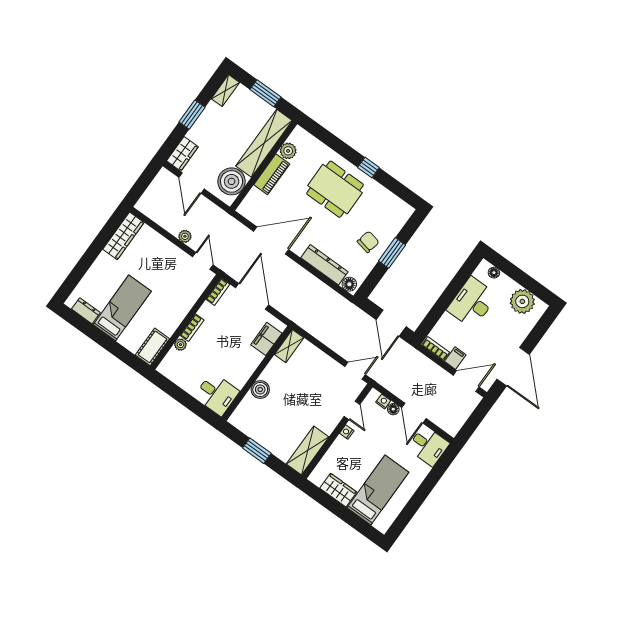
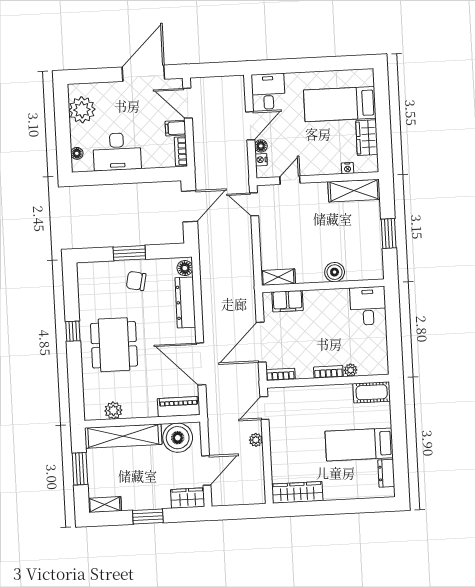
piano: (272, 174) -> (179, 407), moved
nightstand: (347, 432) -> (347, 168), moved

